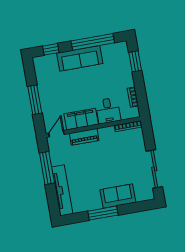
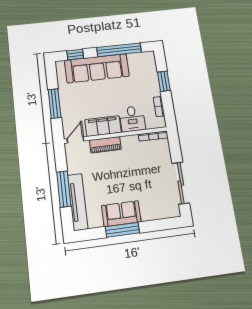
sofa: (80, 58) -> (97, 68), width x1.36, depth x1.27
window: (135, 61) -> (164, 81), moved
window: (47, 168) -> (64, 189), moved
sofa: (118, 196) -> (121, 214), moved

